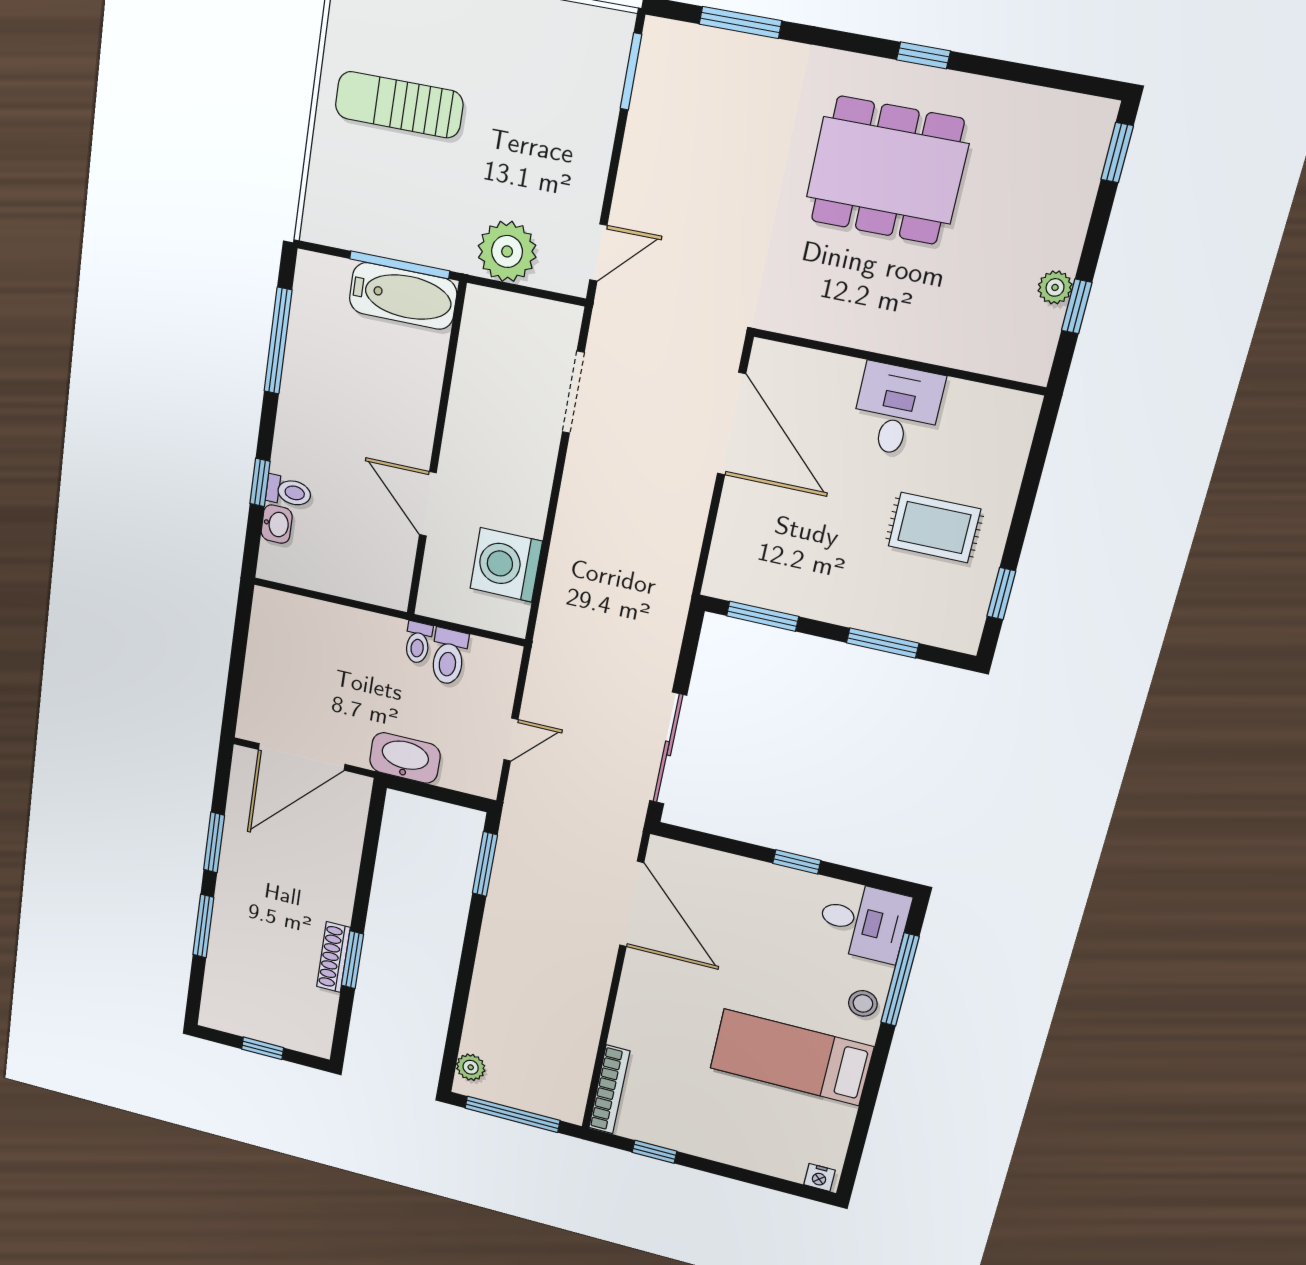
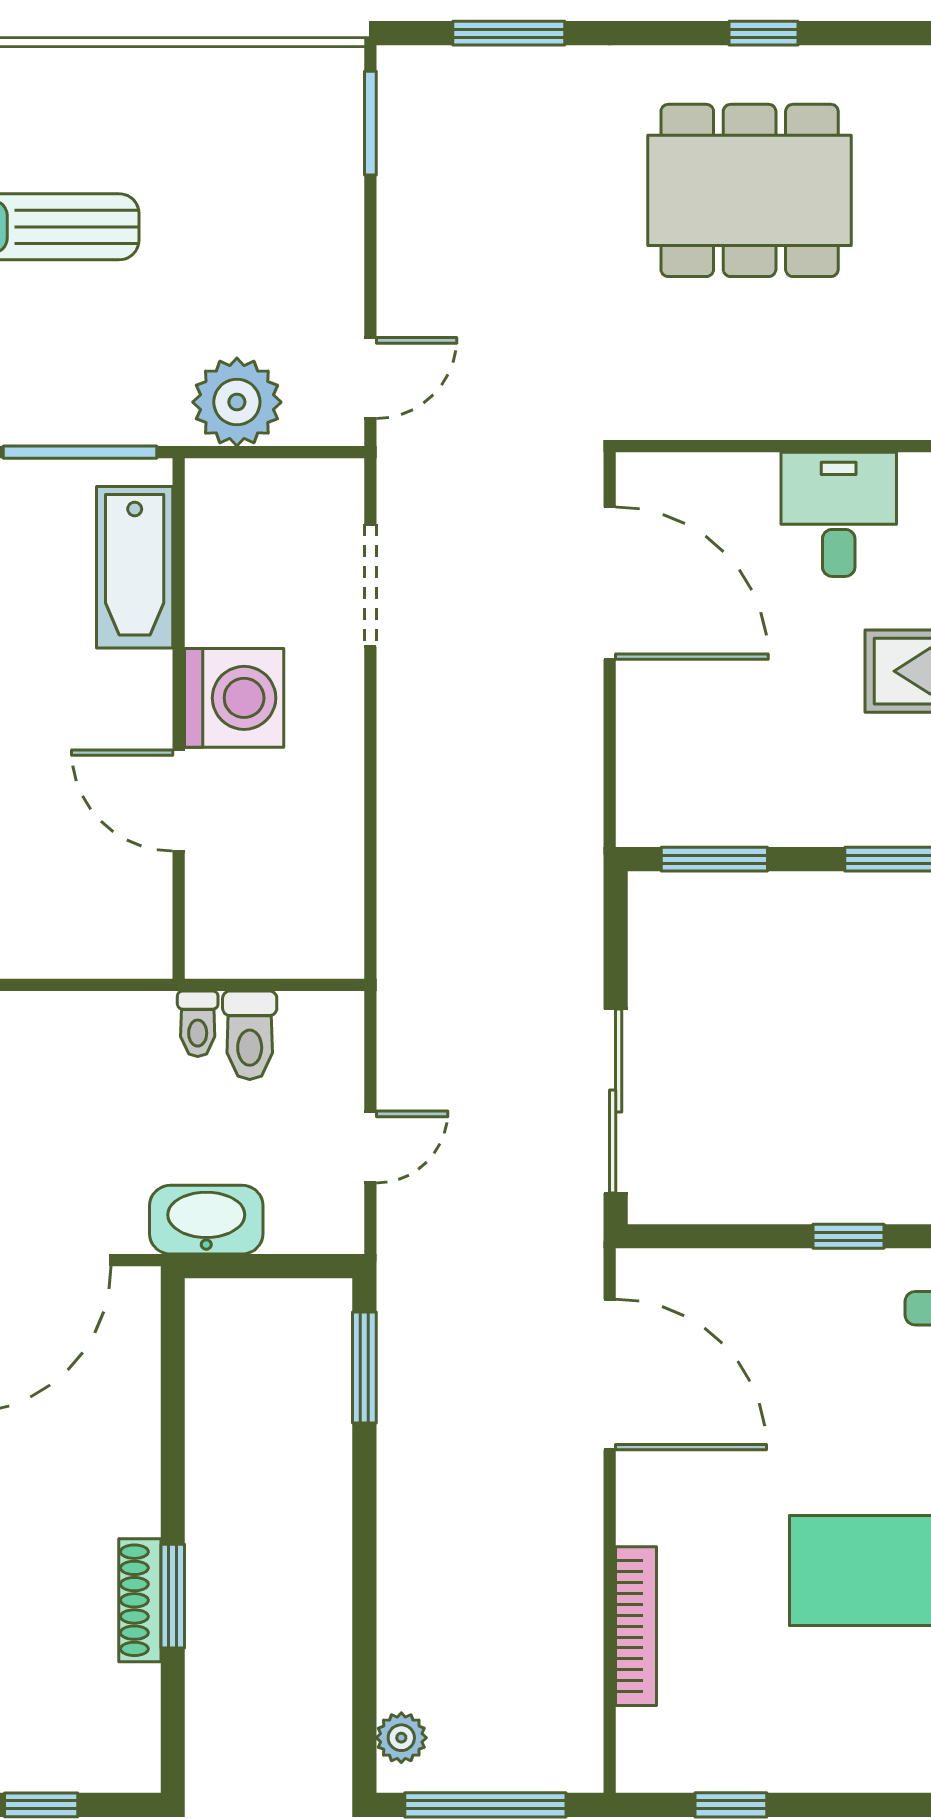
bathtub: (403, 296) -> (135, 567), moved, turned 90
washing machine: (506, 565) -> (234, 698), moved, turned 180
bookcase: (609, 1089) -> (636, 1626), moved

